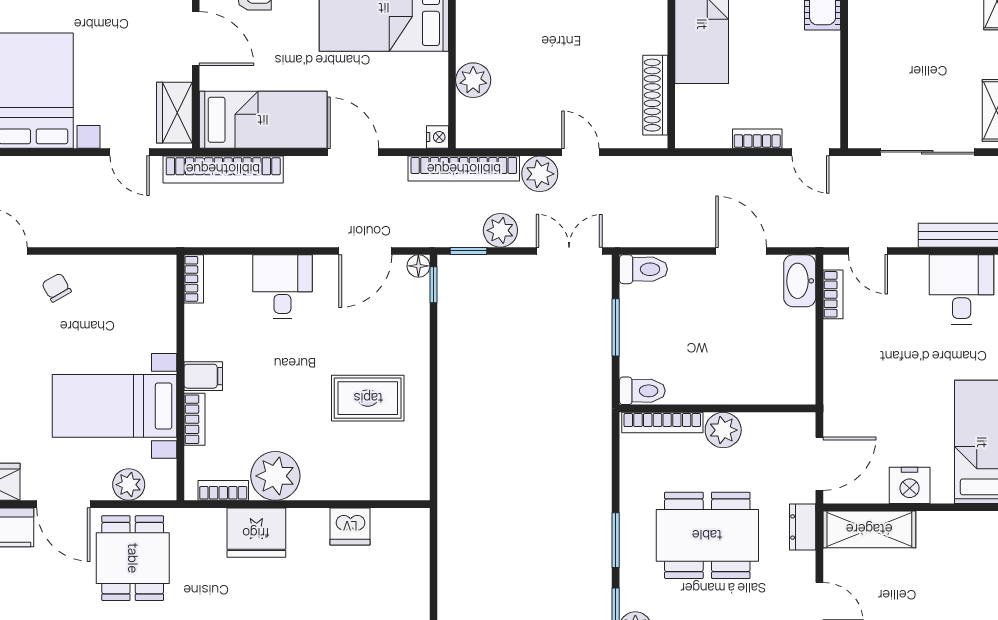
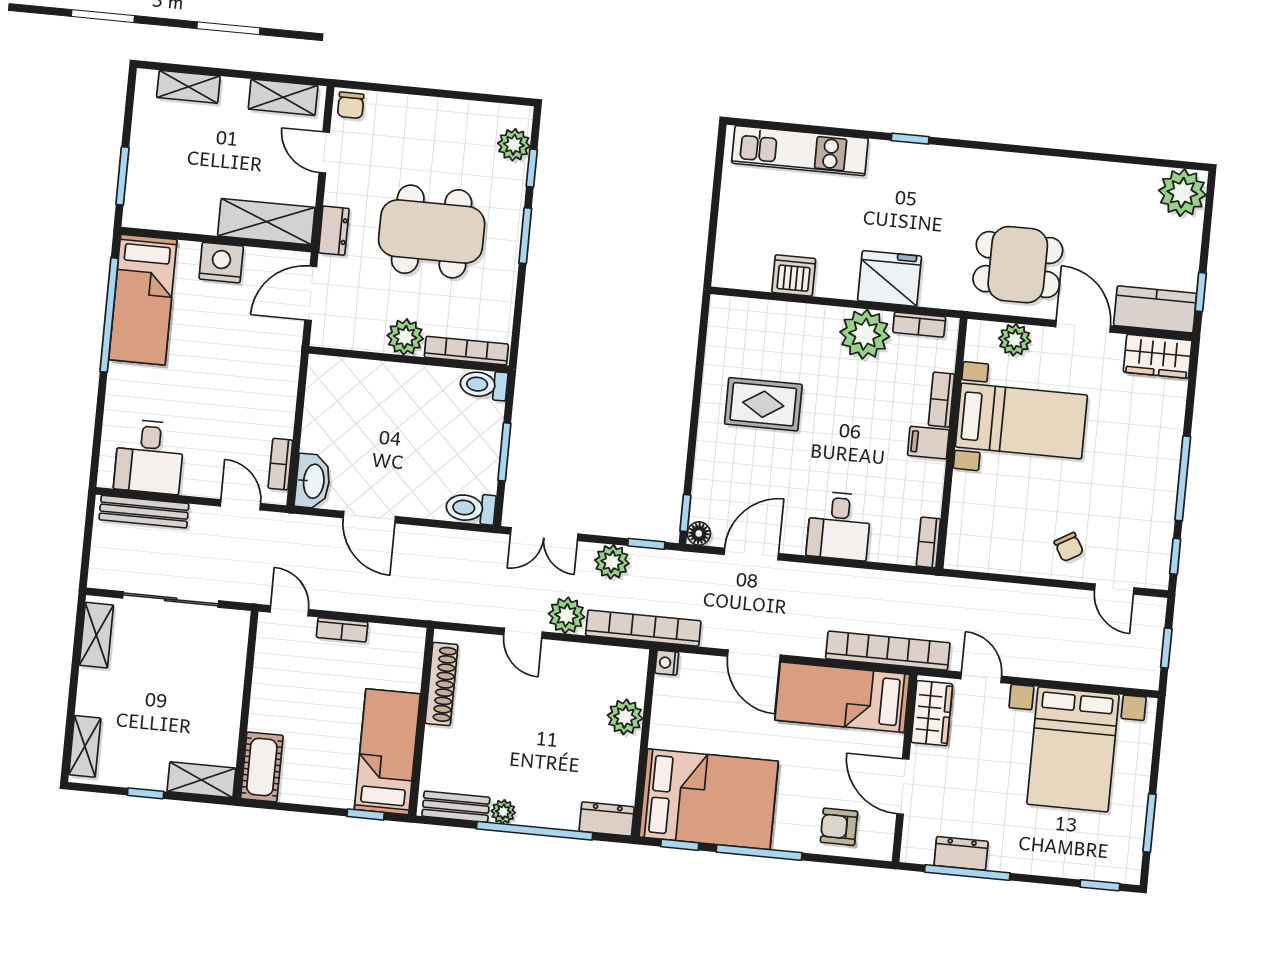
dining table: (133, 558) -> (1018, 265), turned 90

